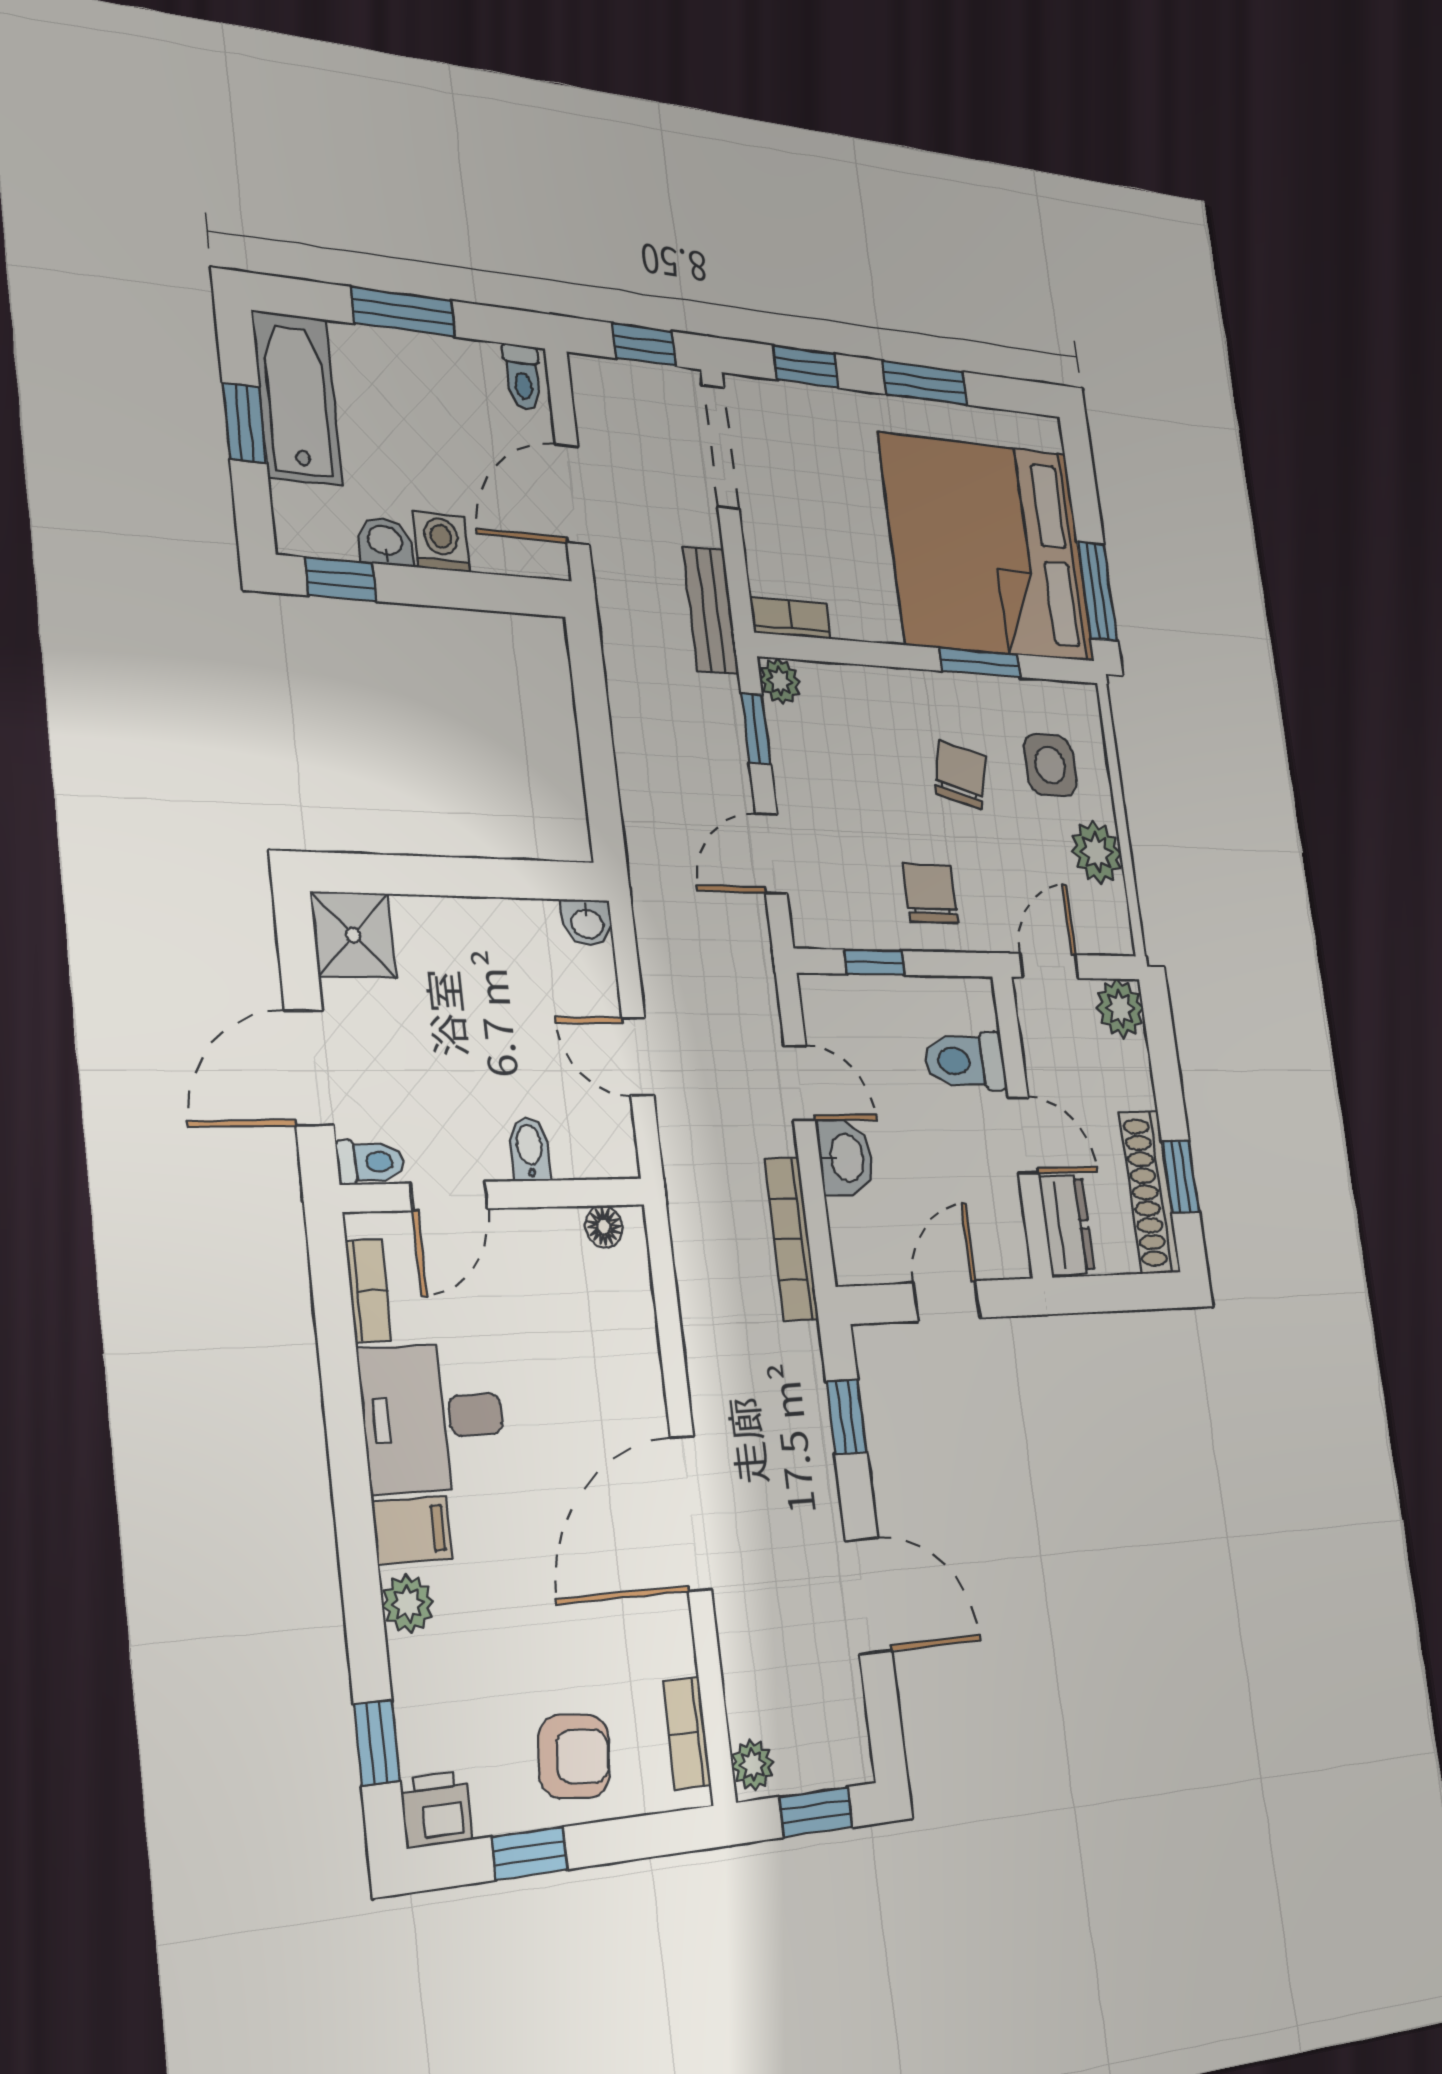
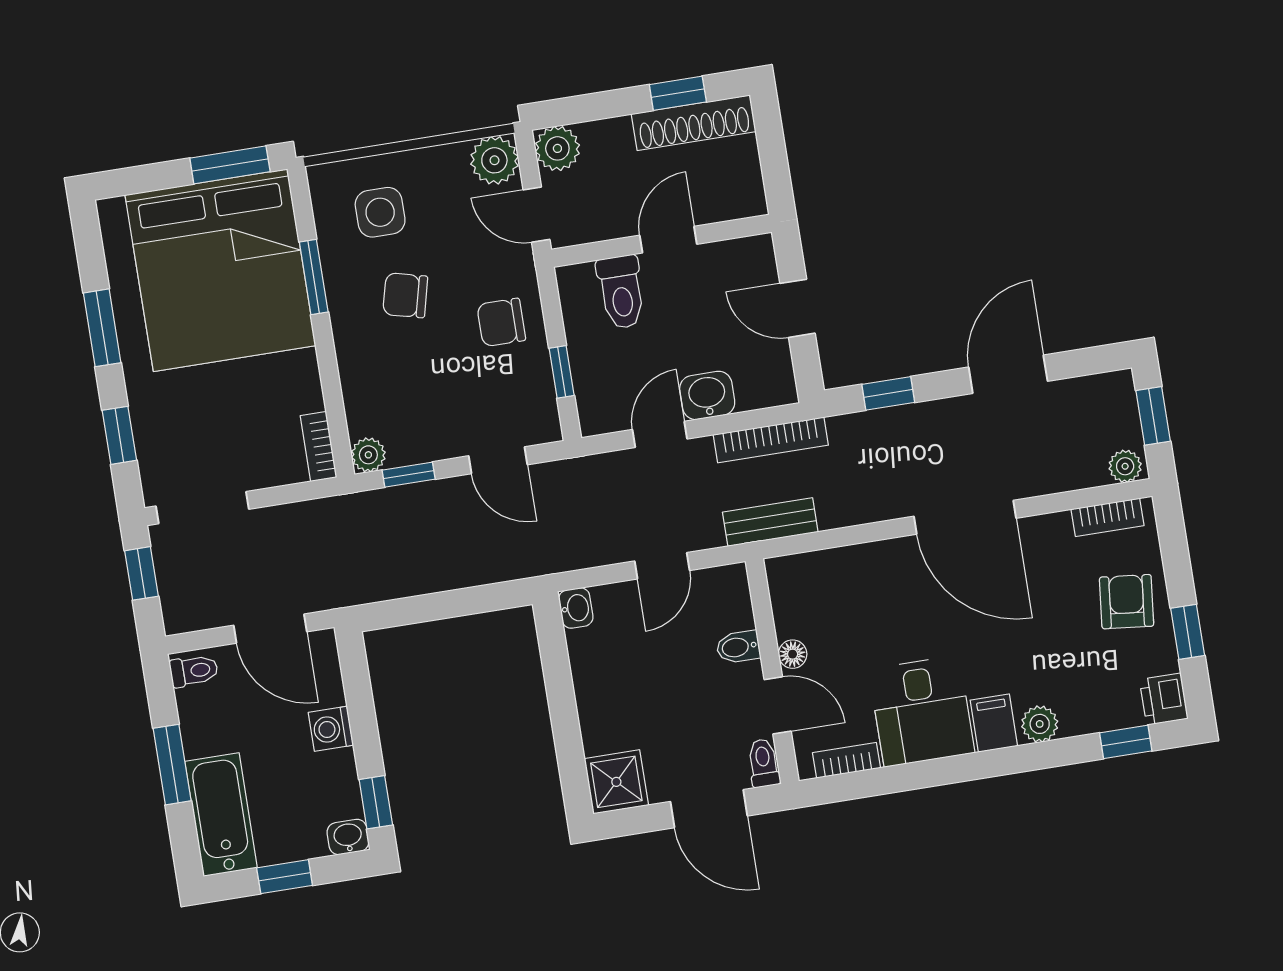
bathtub: (297, 398) -> (221, 815), moved, turned 90
washbasin: (385, 542) -> (348, 837), moved, turned 90
bench: (711, 610) -> (770, 522), moved
plant: (1096, 852) -> (494, 160), moved
dresser: (1067, 1225) -> (729, 201), removed
floor lamp: (604, 1227) -> (793, 654), moved

